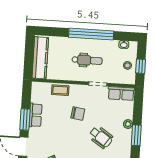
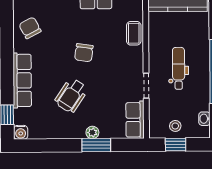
dental chair: (87, 60) -> (179, 68), turned 180
chair: (78, 114) -> (84, 53), moved
window: (136, 135) -> (96, 145), moved

